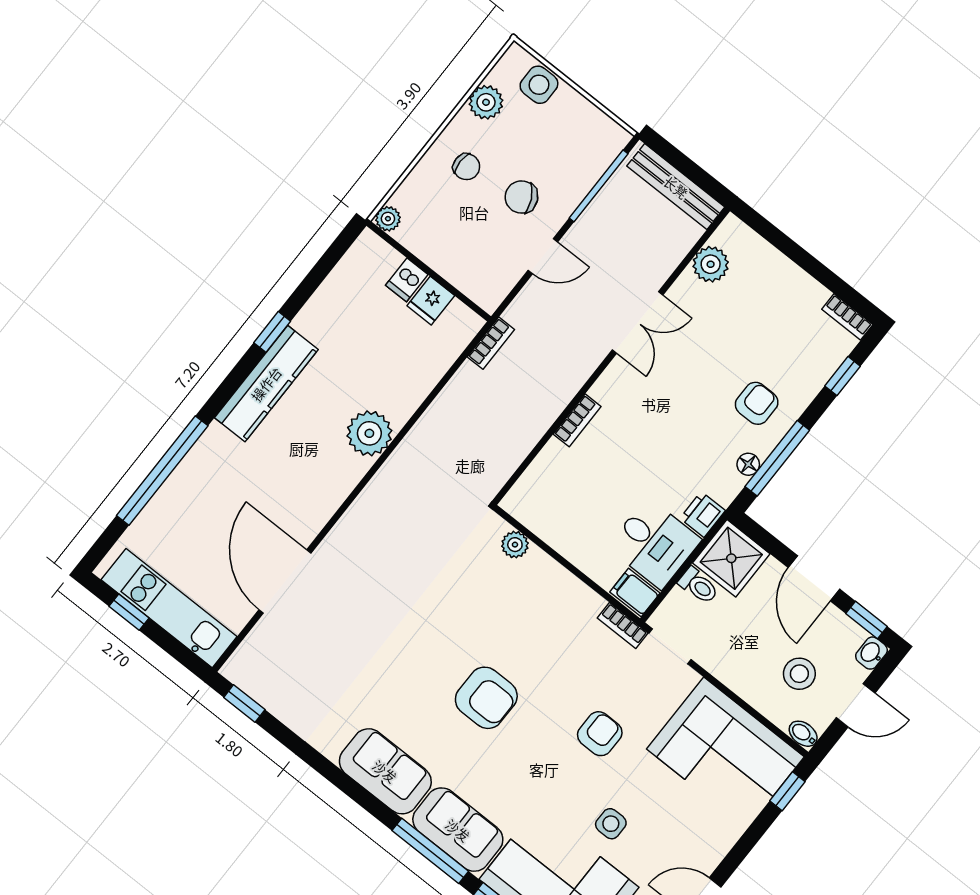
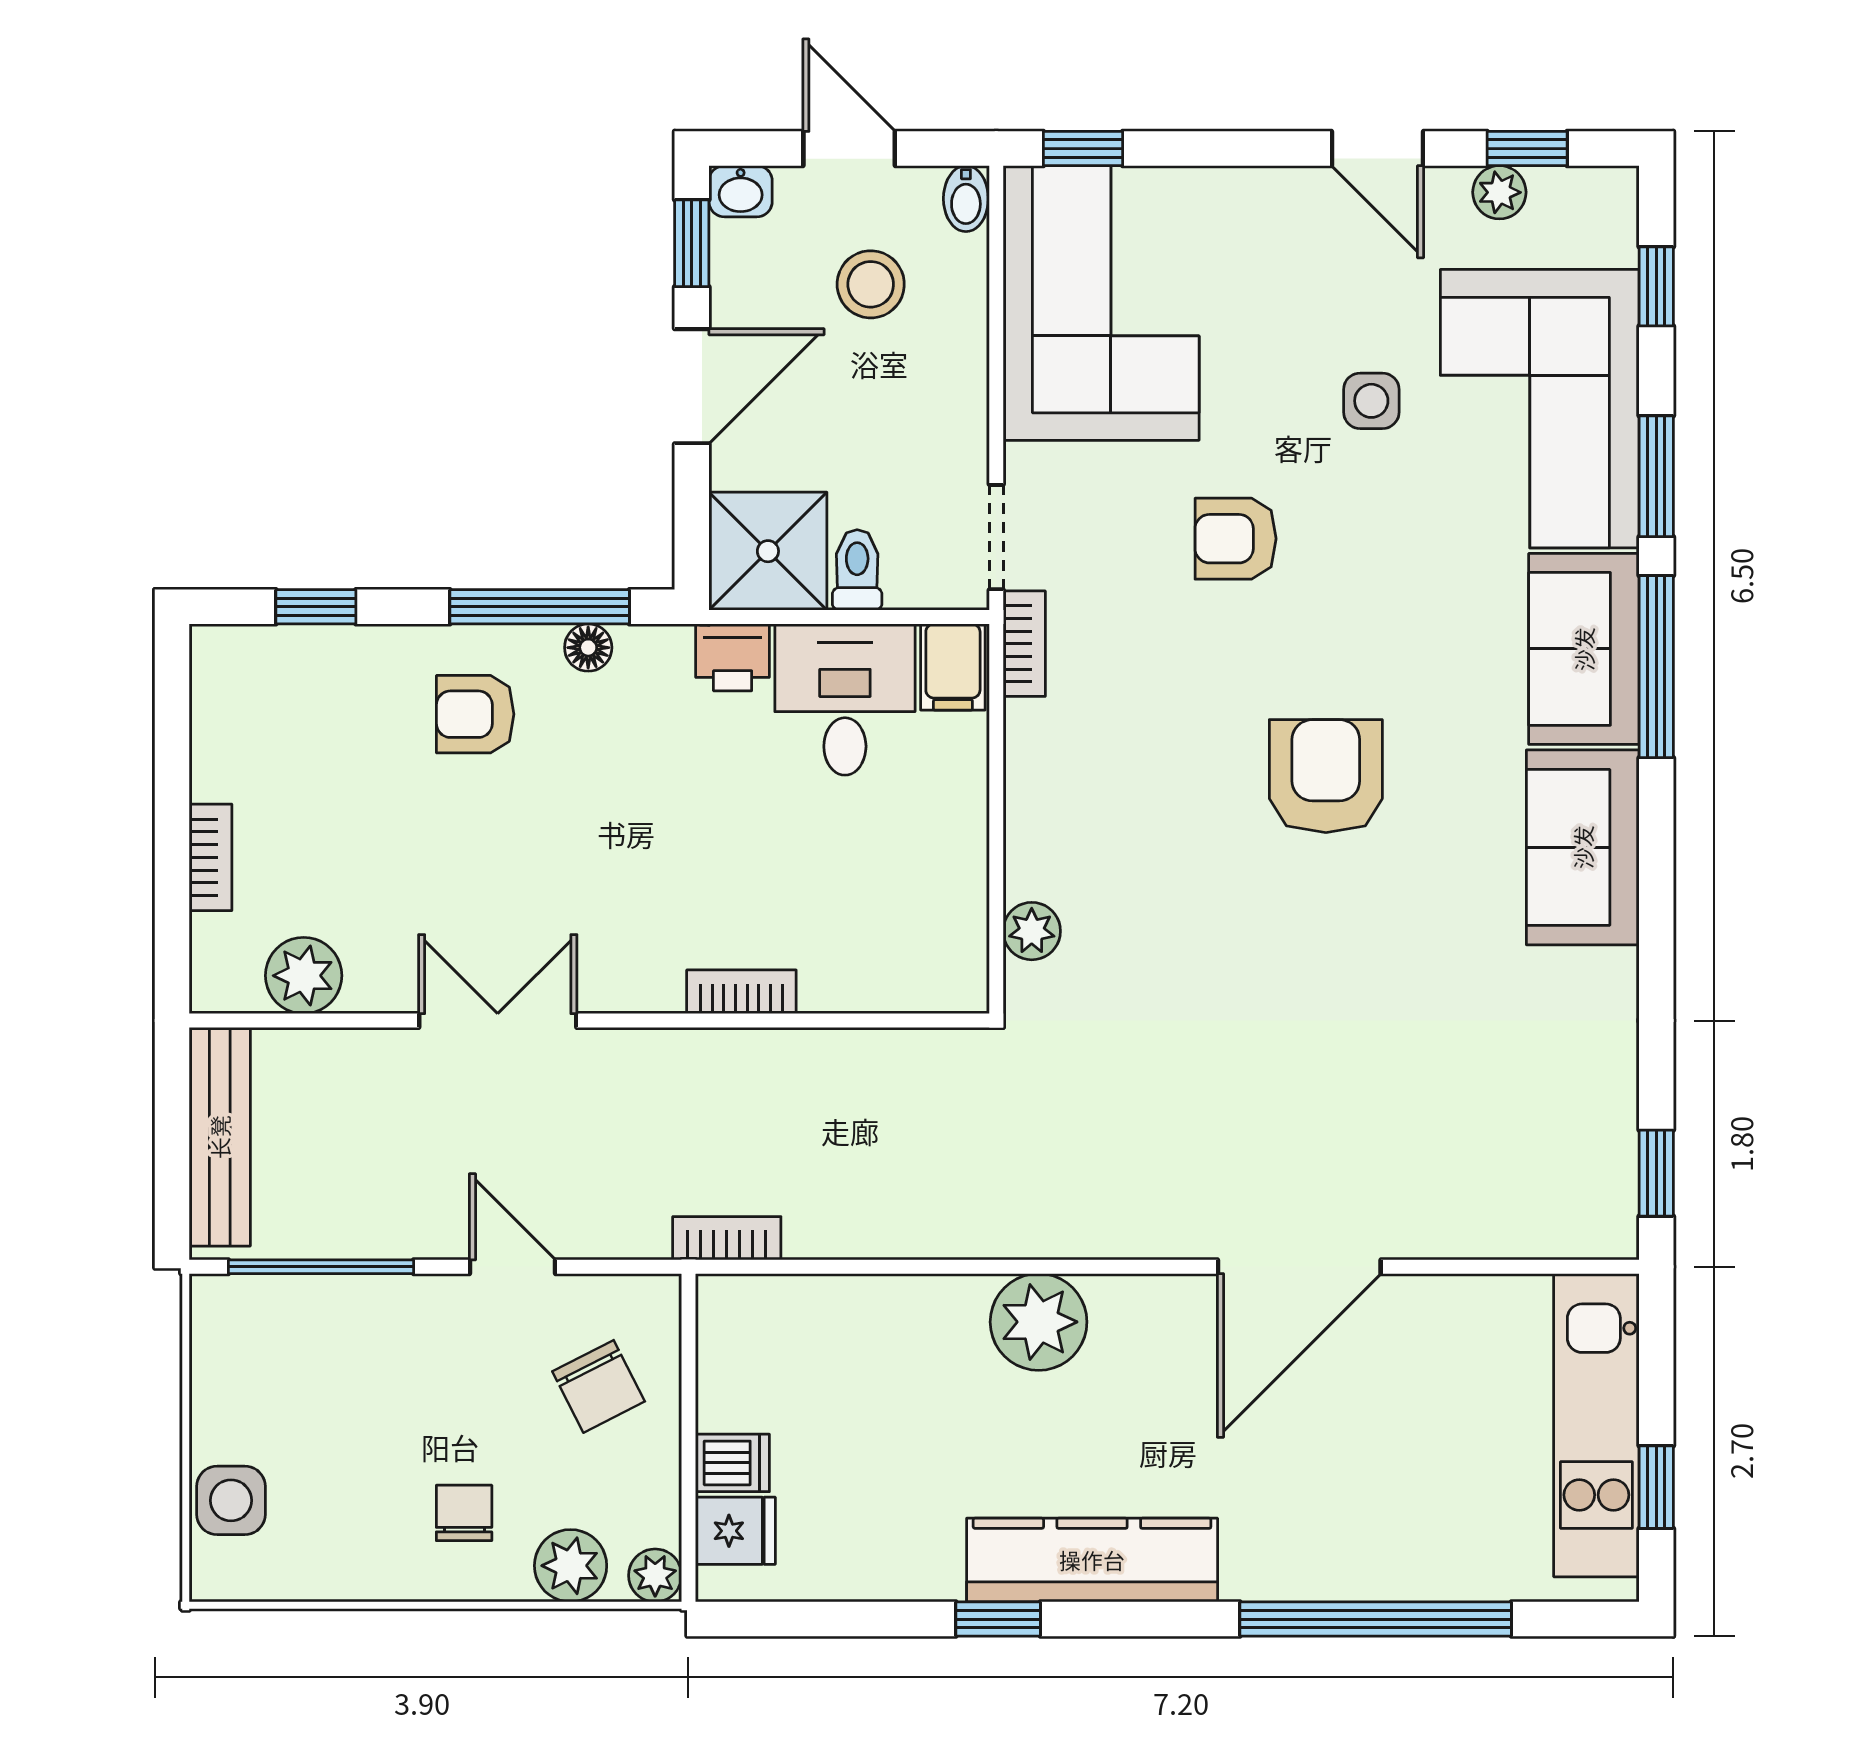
plant: (486, 102) -> (571, 1566), moved
chair: (521, 197) -> (599, 1386), moved
fridge: (431, 301) -> (735, 1531), moved
bookcase: (847, 317) -> (210, 857), moved
door: (285, 581) -> (1299, 1267), moved

